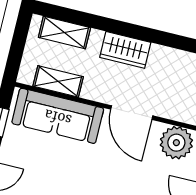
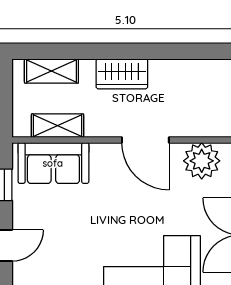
sofa: (58, 116) -> (53, 163), width x0.73

